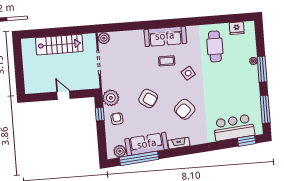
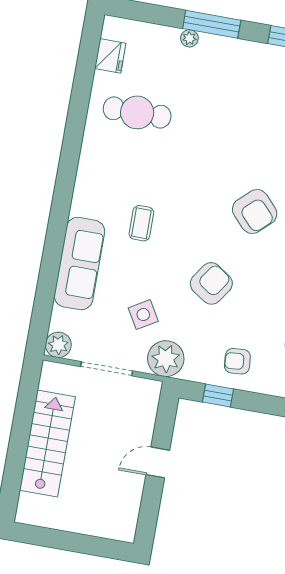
sofa: (165, 36) -> (79, 264), moved
side table: (188, 73) -> (143, 315), moved
plant: (111, 98) -> (166, 359), moved

